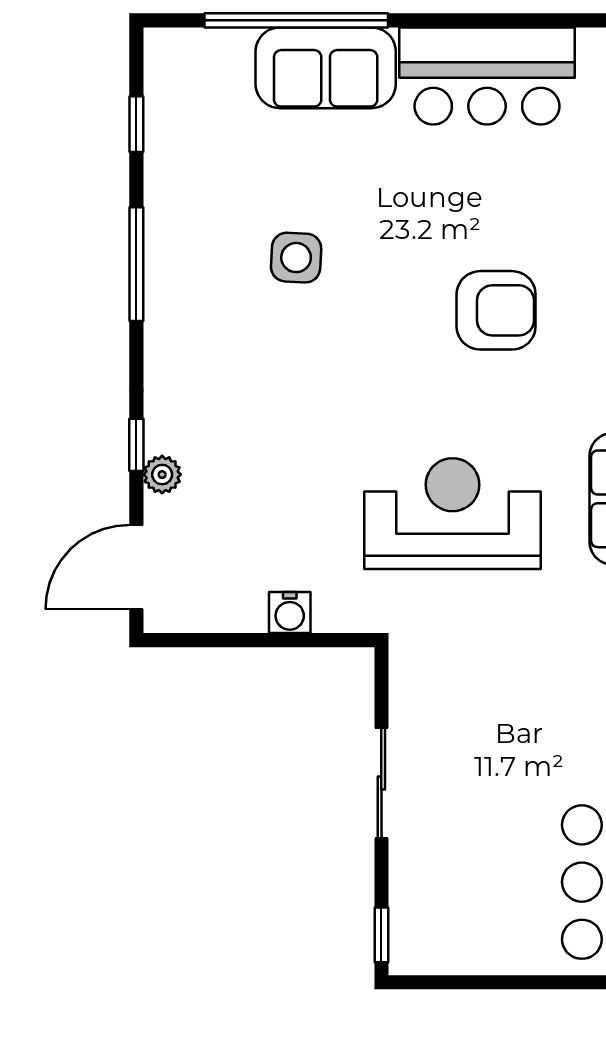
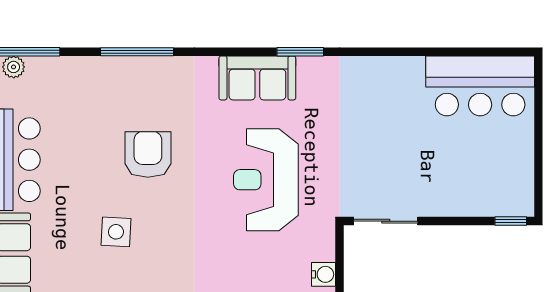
side table: (296, 258) -> (116, 232), moved
sliding door: (381, 783) -> (386, 221), moved

